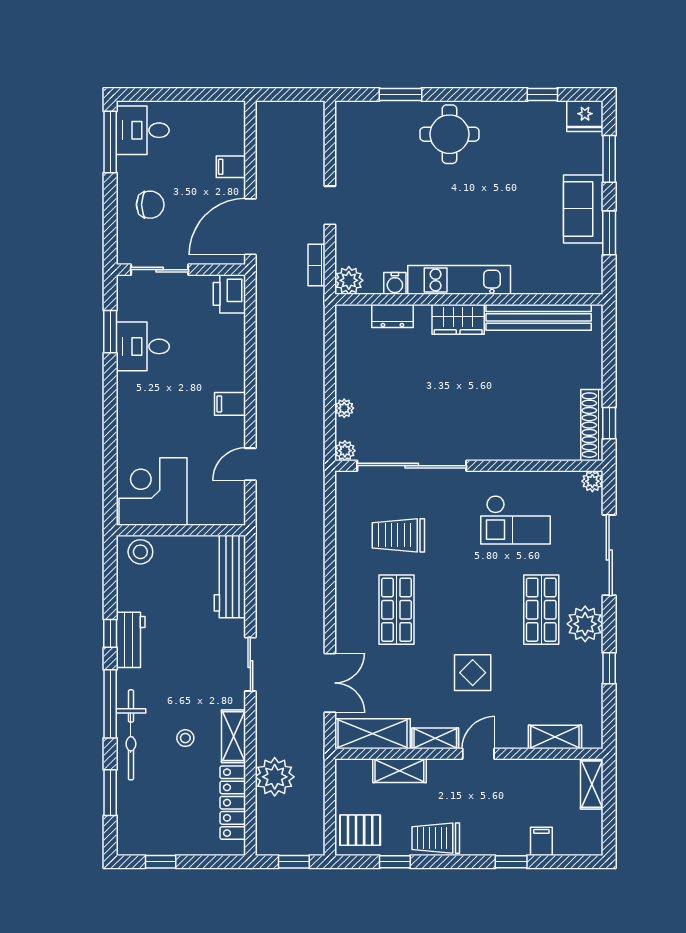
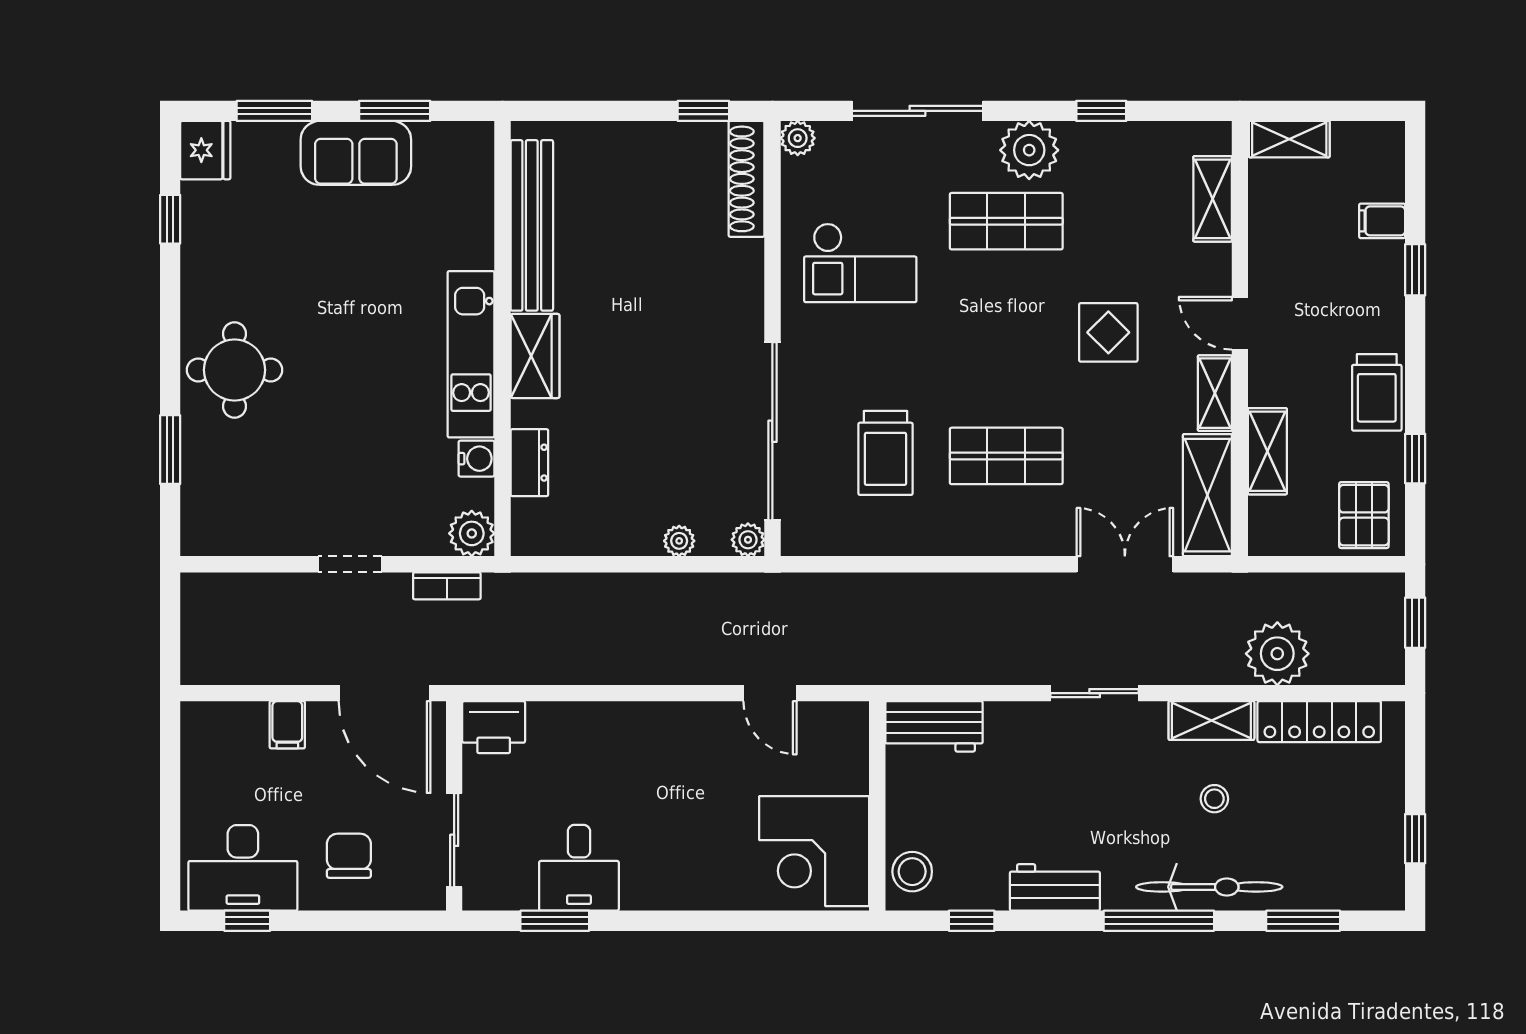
desk: (143, 130) -> (243, 868), width x1.37
window: (110, 142) -> (247, 921), width x0.46
filing cabinet: (230, 404) -> (672, 726), removed
shoe rack: (592, 425) -> (747, 179), moved, turned 90
checkout: (516, 520) -> (860, 263), turned 90
workbench: (230, 577) -> (934, 726), width x0.73
window: (110, 633) -> (972, 921), moved

